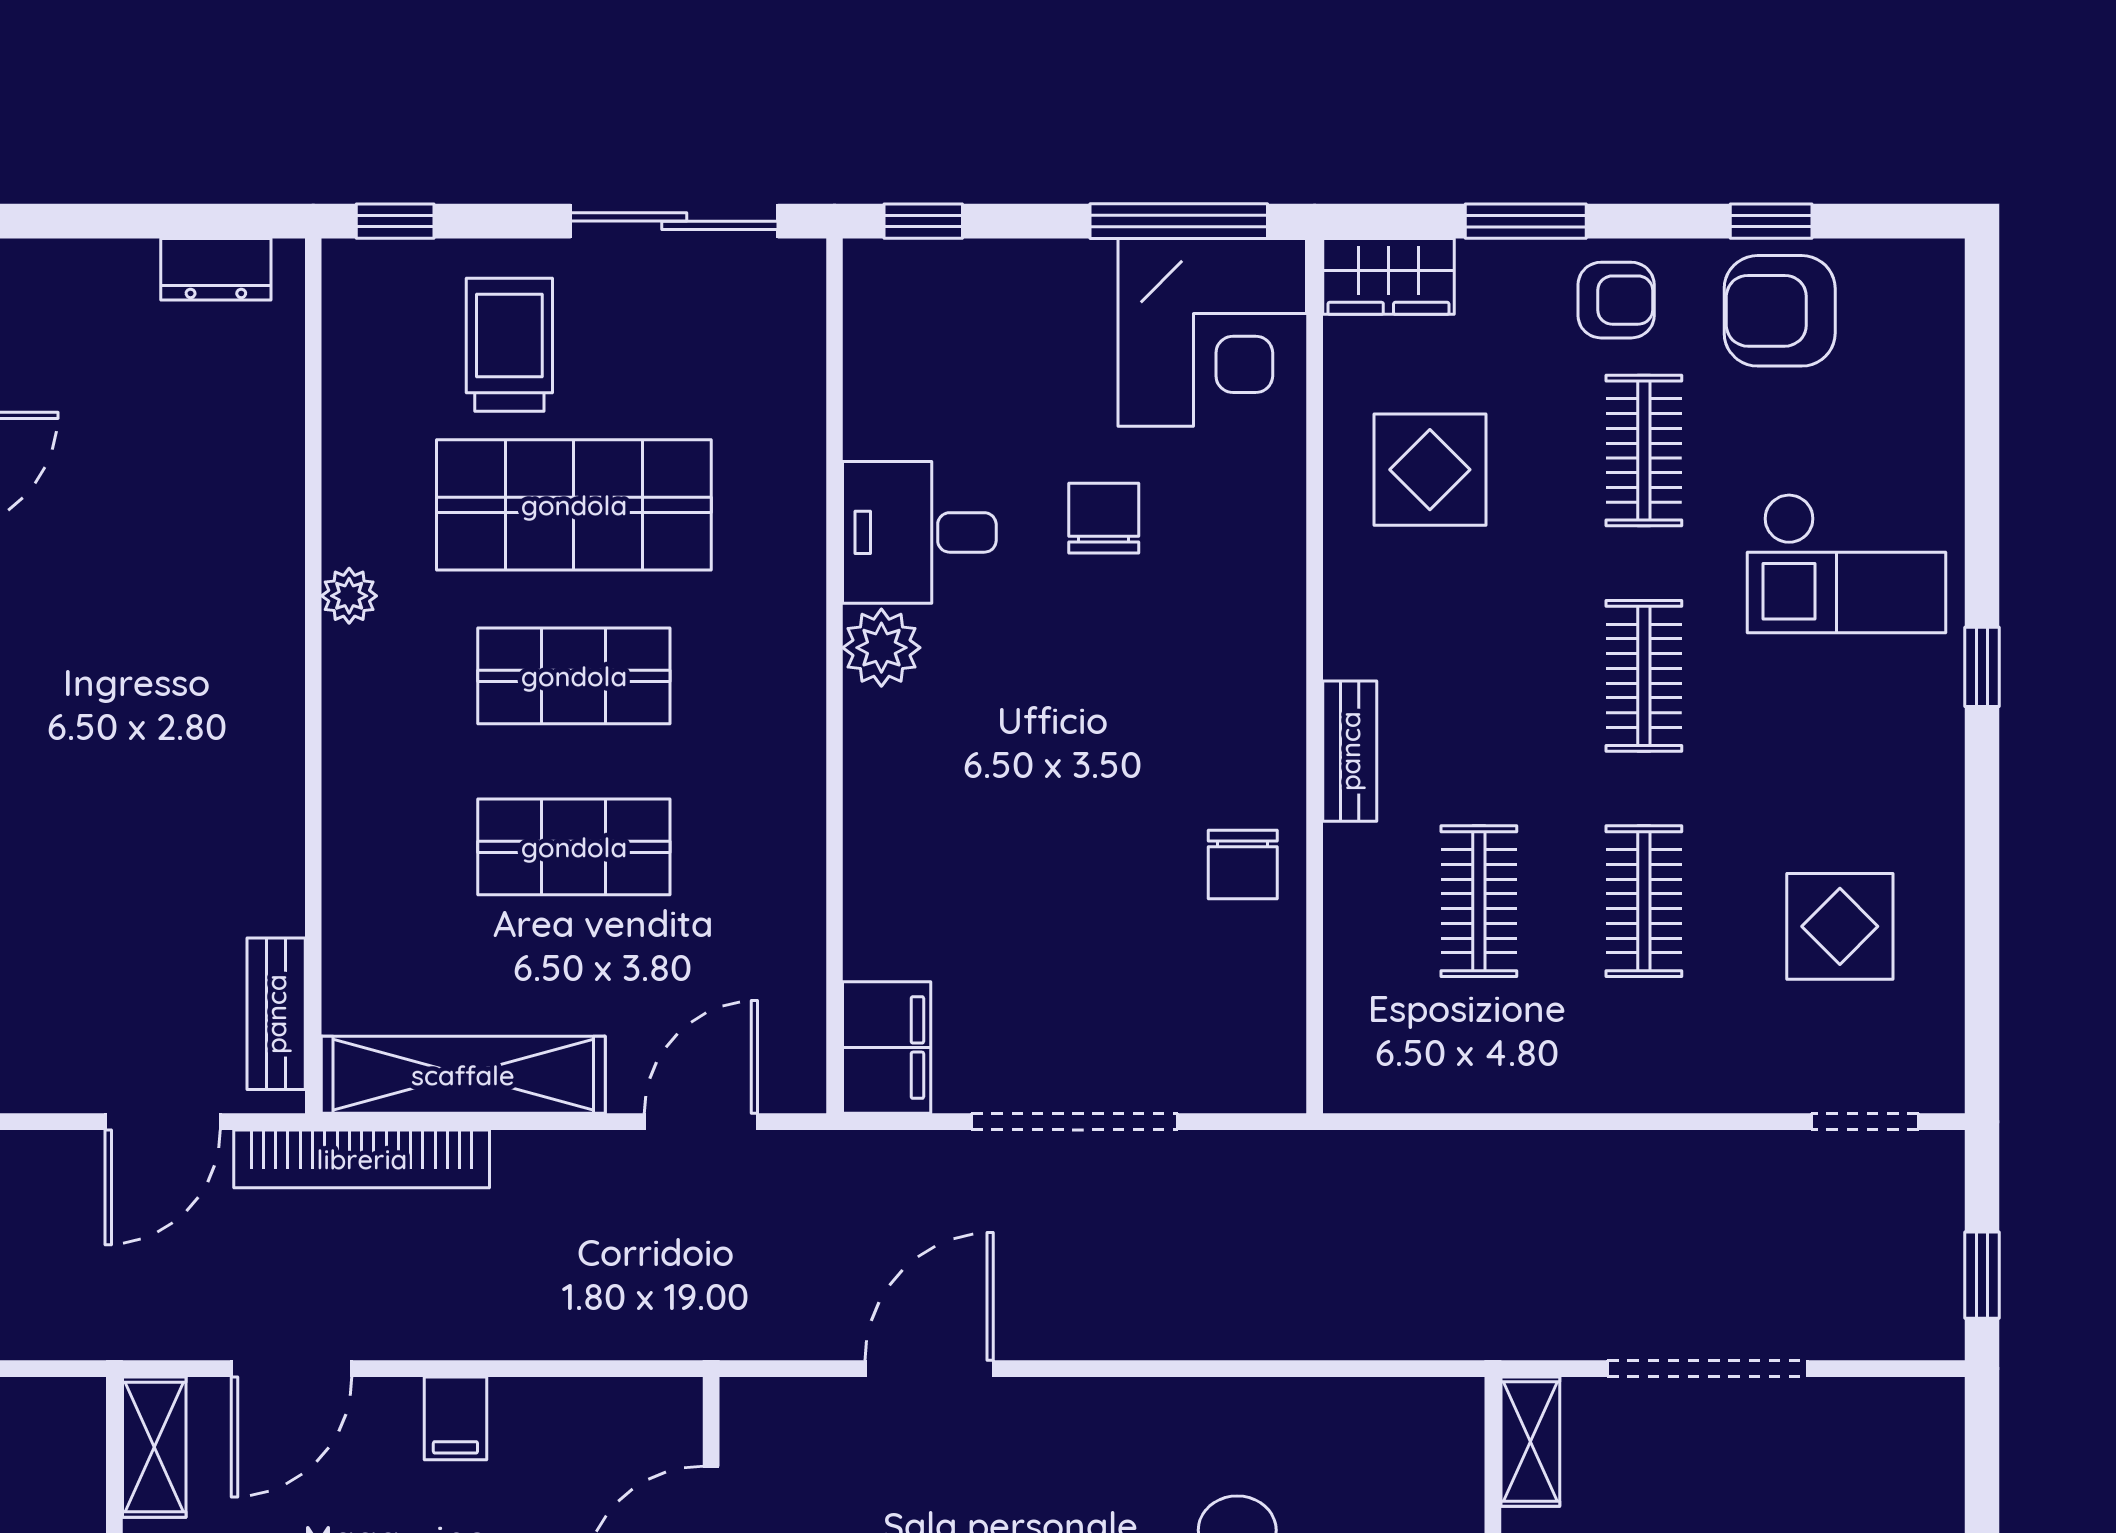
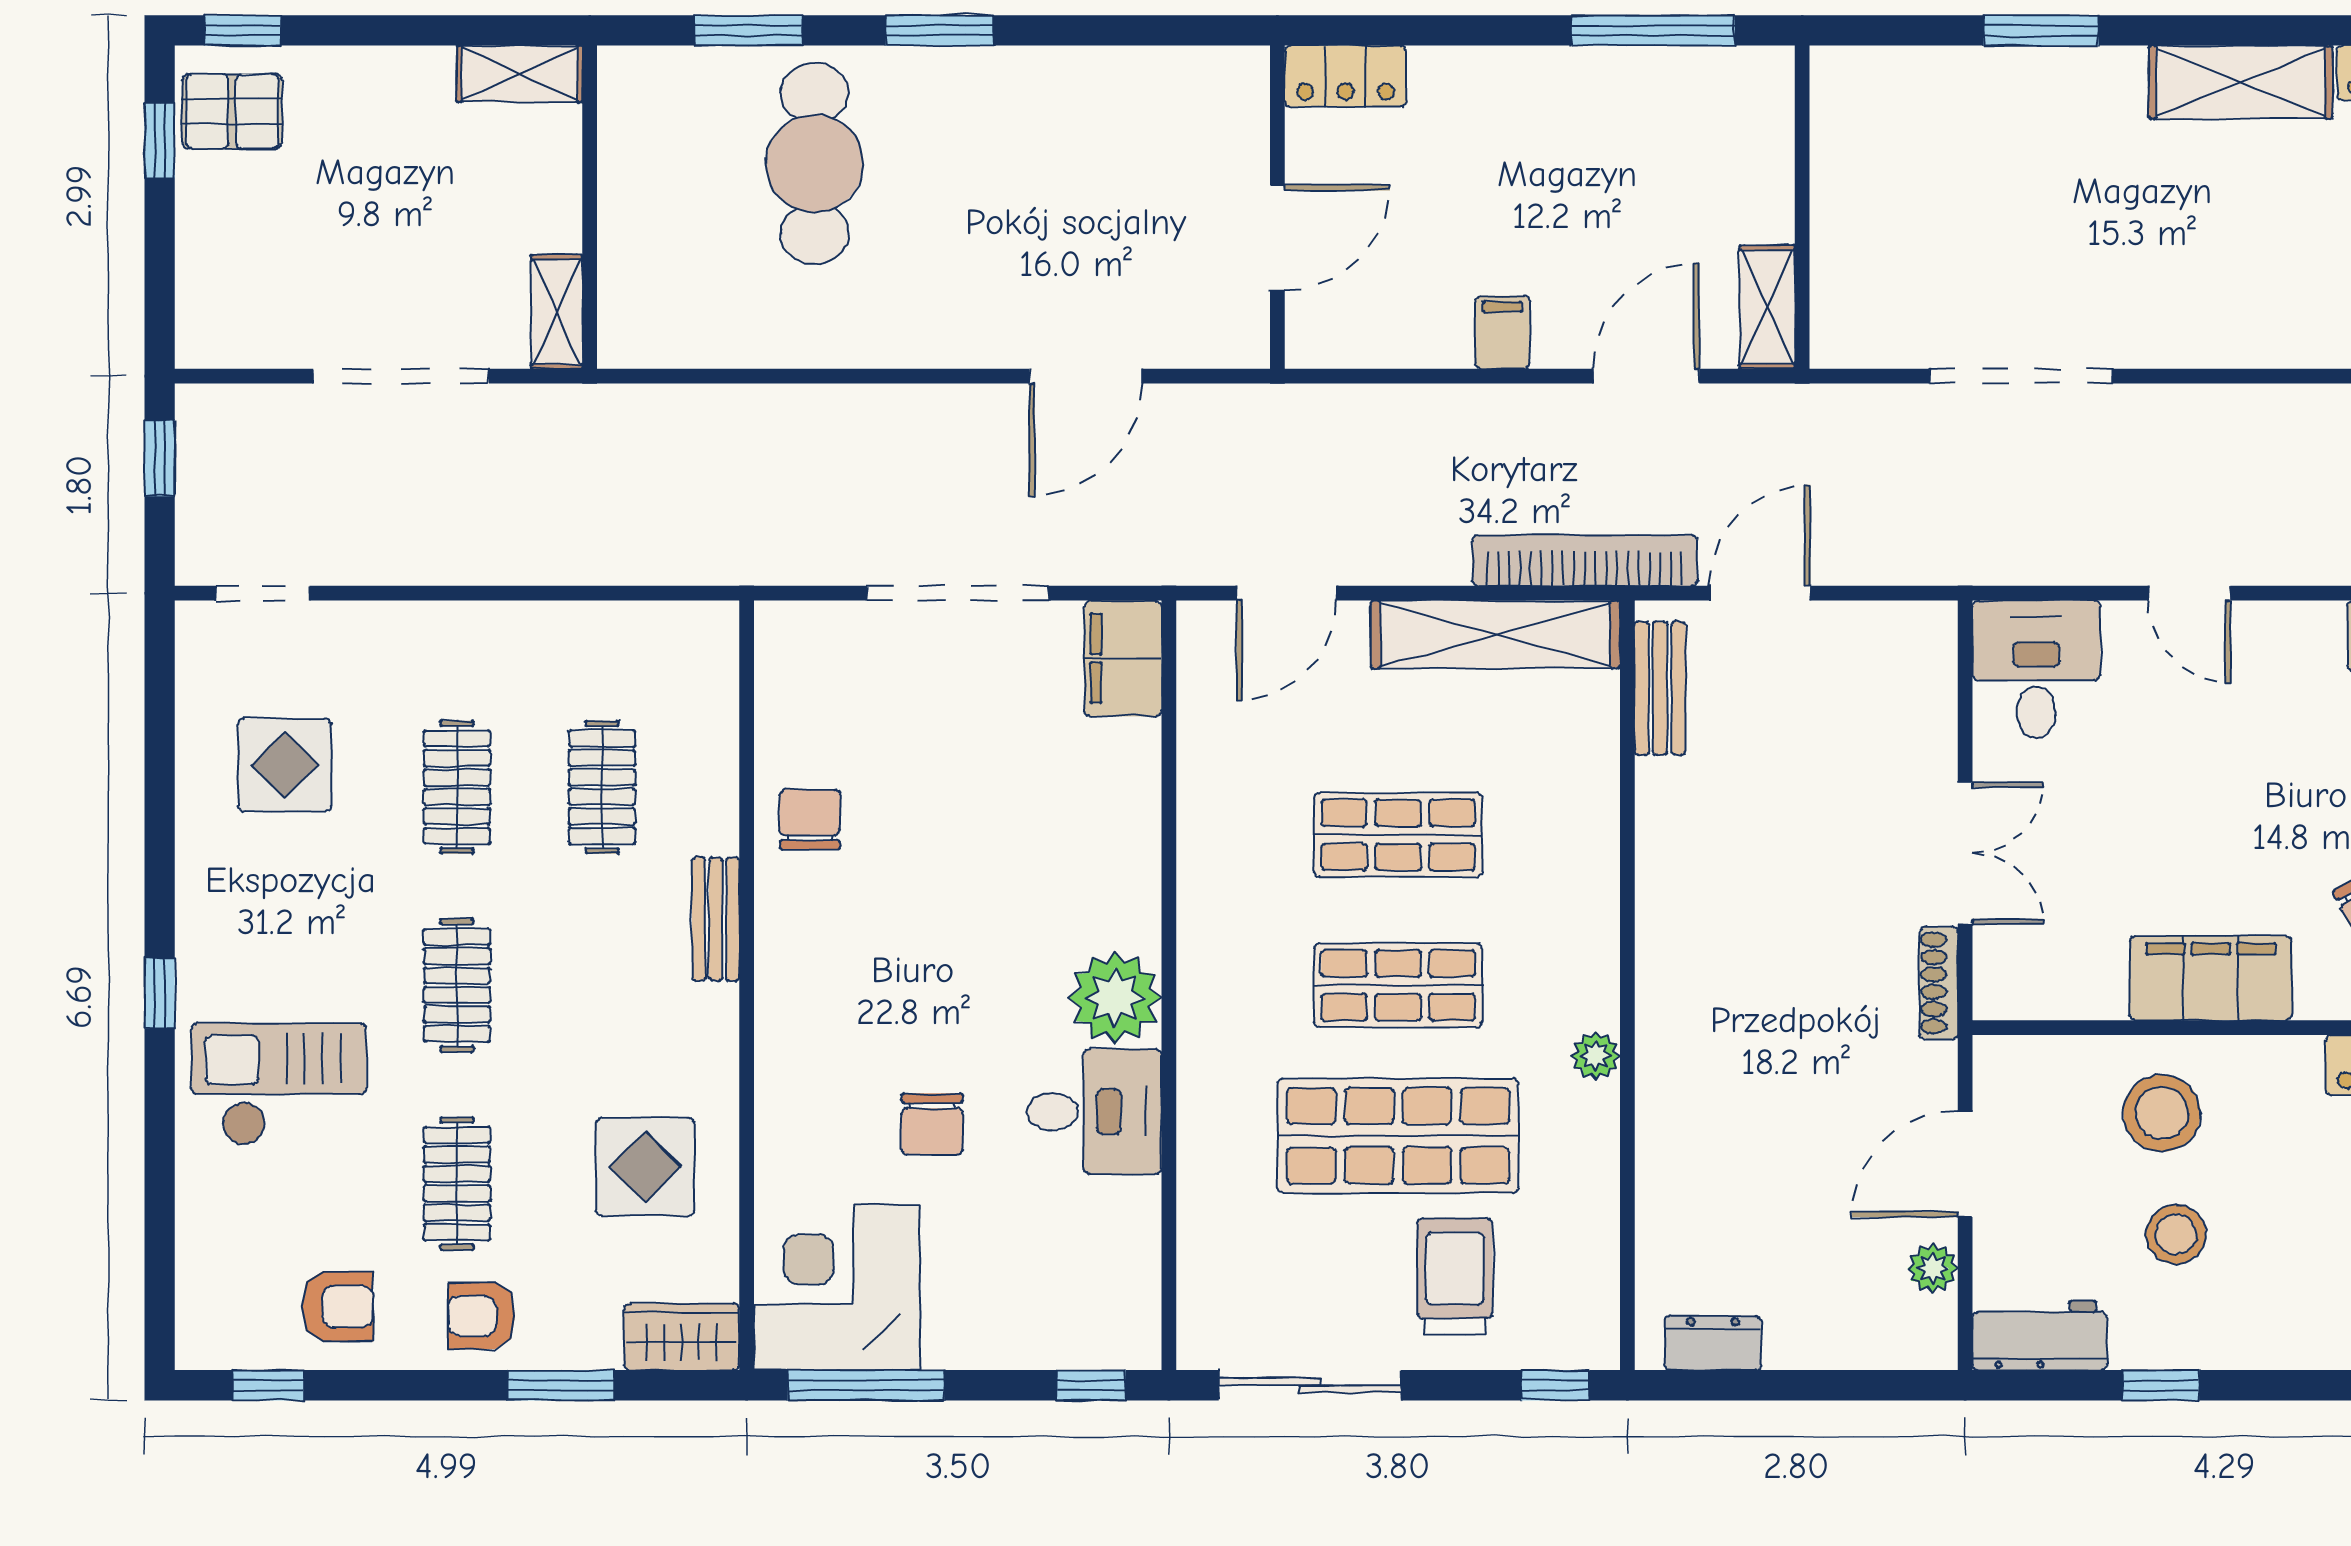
window: (1771, 221) -> (268, 1385), moved
armchair: (1780, 311) -> (338, 1306), width x0.72, depth x0.72
trolley: (509, 345) -> (1455, 1276), turned 180
plant: (881, 648) -> (1115, 998), width x1.36, depth x1.36

